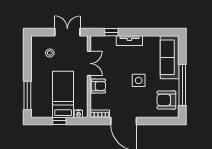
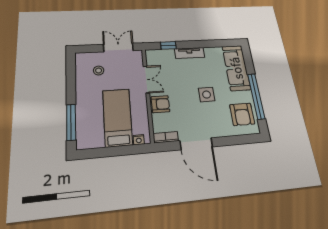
armchair: (166, 100) -> (242, 114), turned -90
window: (59, 121) -> (114, 151), removed

